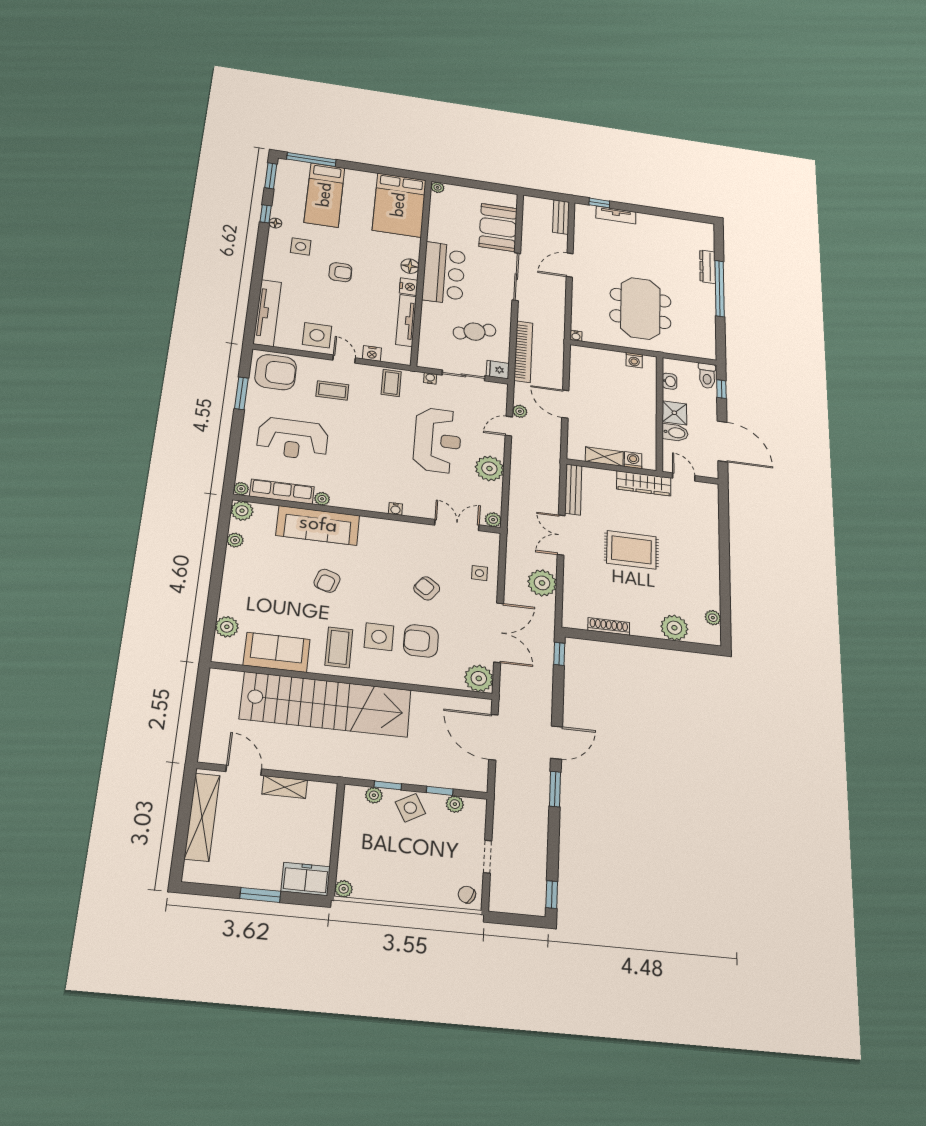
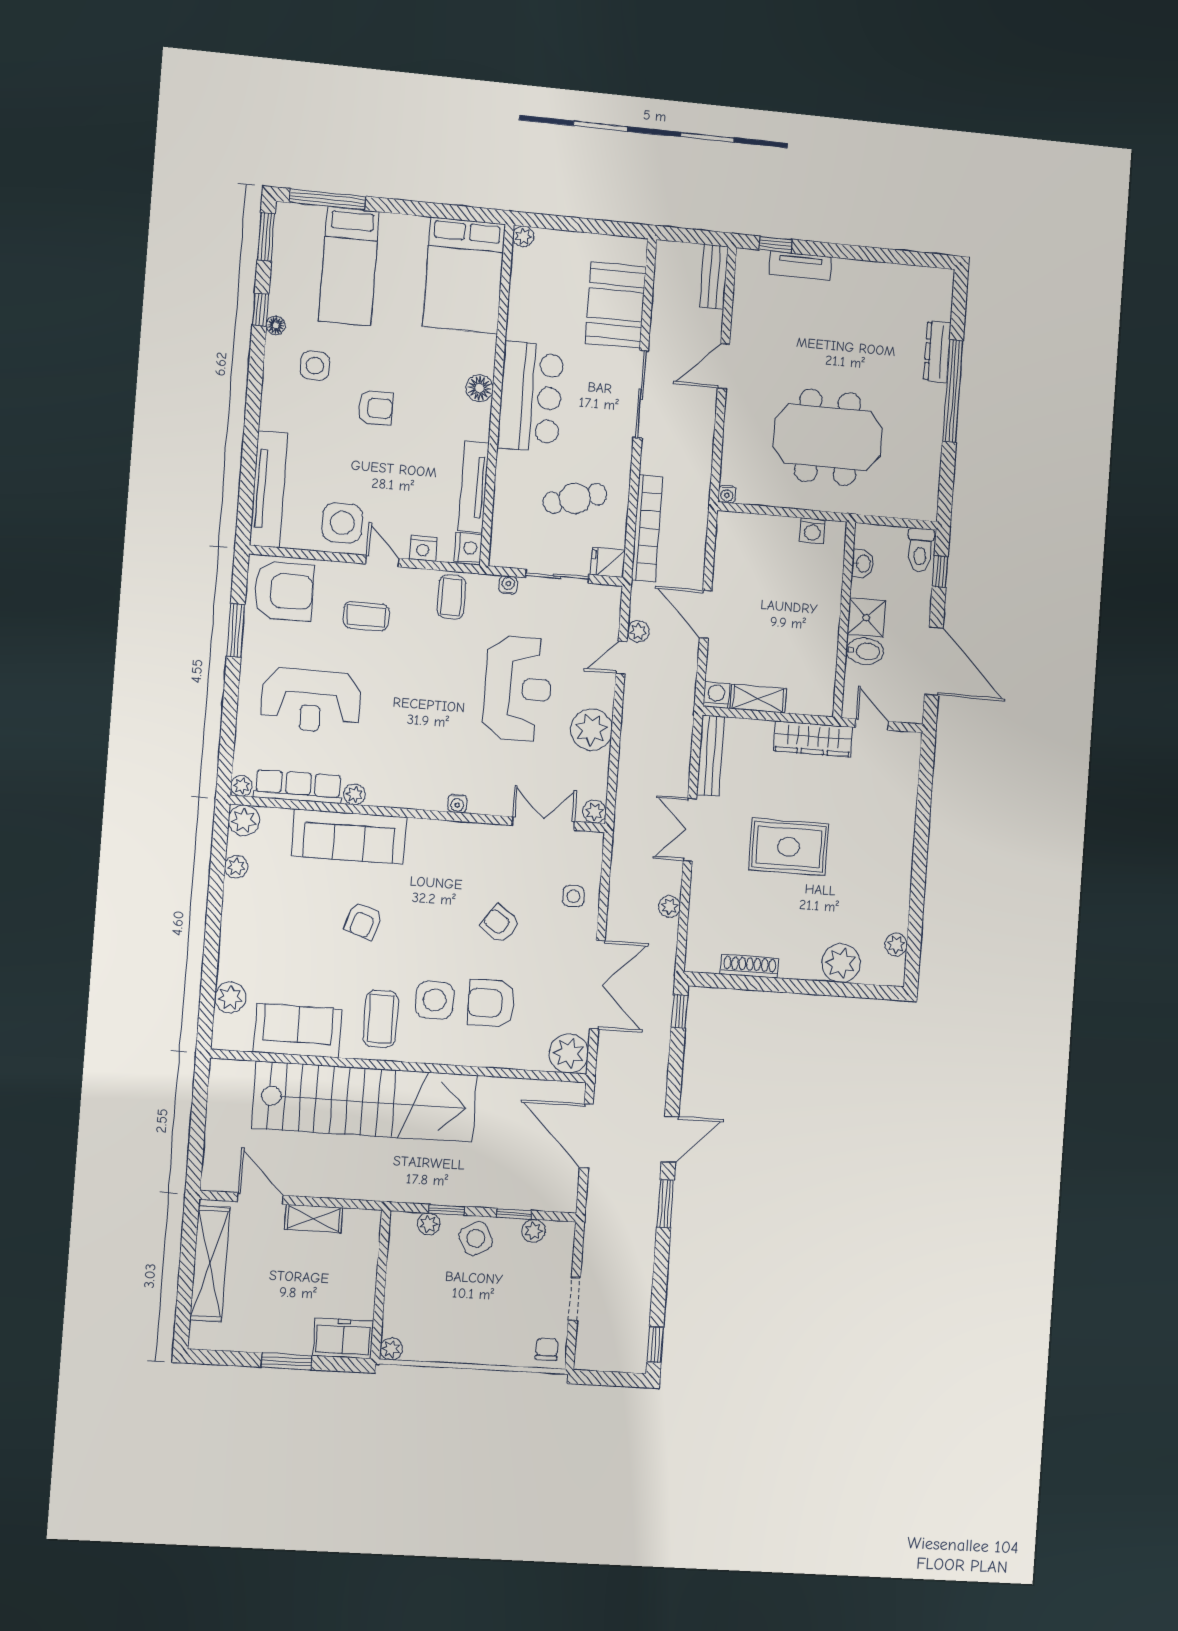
nightstand: (409, 287) -> (468, 548), moved
meeting table: (640, 308) -> (828, 437), turned 90
washing machine: (633, 460) -> (716, 695), moved
plant: (542, 583) -> (669, 907), width x0.53, depth x0.53
chair: (467, 895) -> (547, 1349), turned 62

